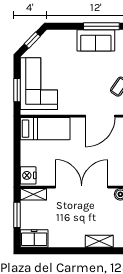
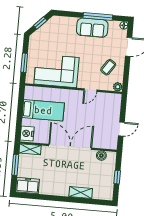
corner sofa: (39, 84) -> (56, 71), moved, turned -90
door: (100, 116) -> (90, 90), width x0.53
bed: (45, 129) -> (43, 110), moved

